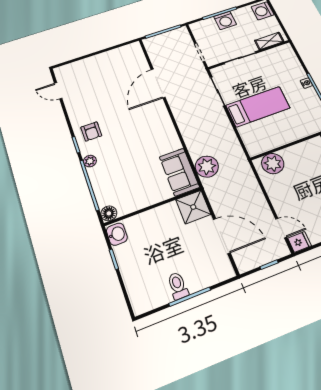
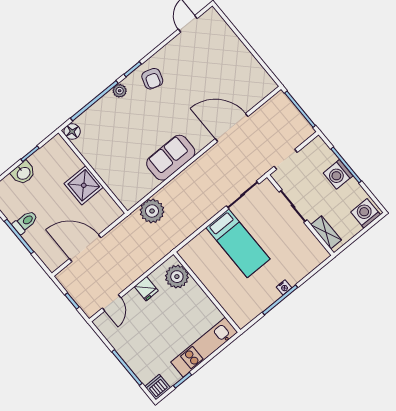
armchair: (91, 131) -> (152, 79), turned -72
sofa: (179, 172) -> (171, 158), moved
shower: (193, 207) -> (84, 185), moved
washbasin: (117, 234) -> (23, 173), moved
door: (222, 236) -> (85, 248), swing flipped
fridge: (300, 242) -> (146, 289), moved

